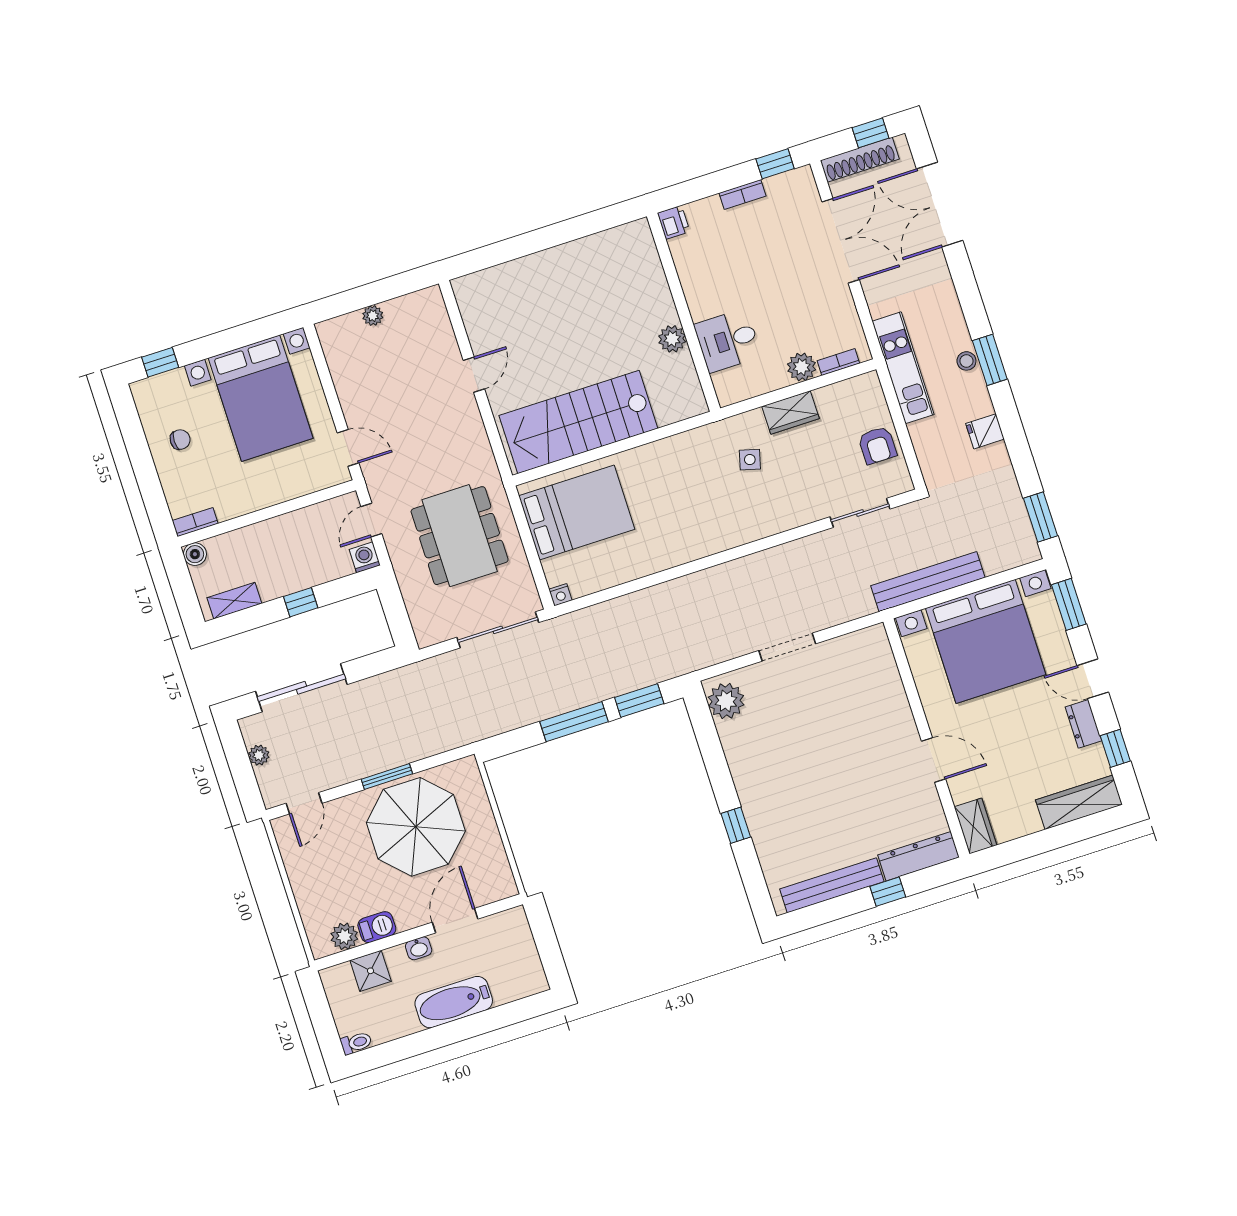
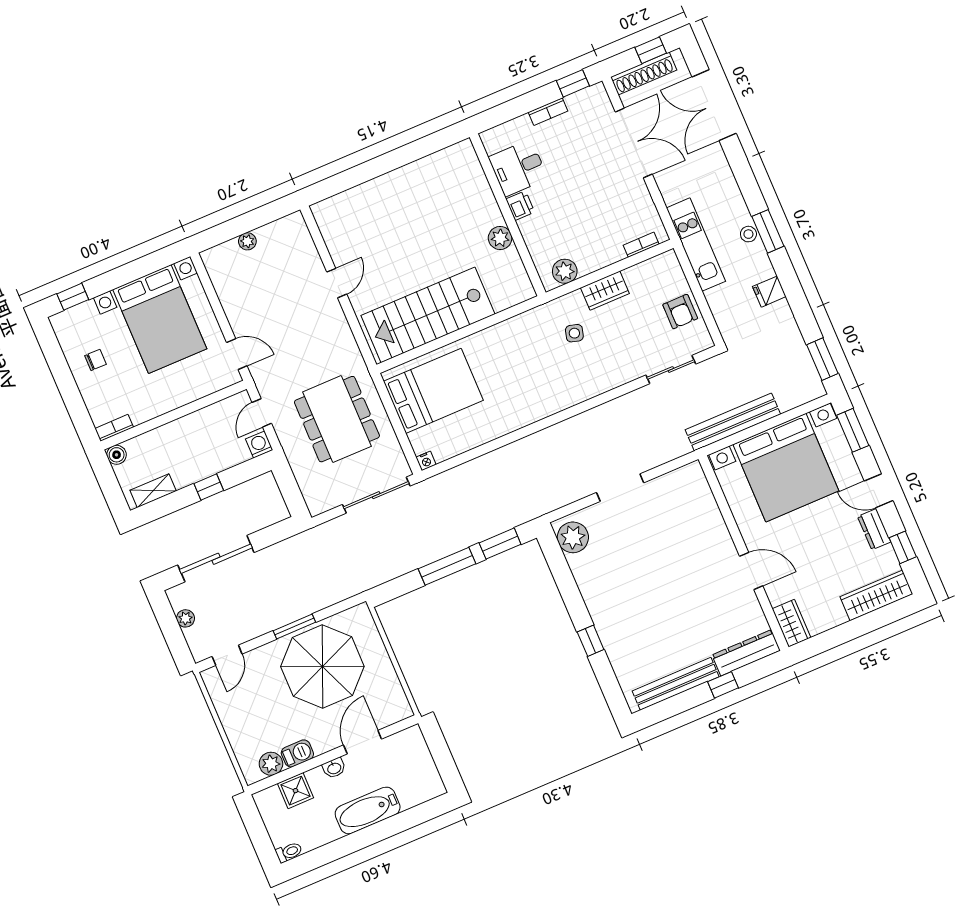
printer: (674, 222) -> (520, 206), moved
desk: (728, 340) -> (518, 168), moved
plant: (802, 367) -> (565, 271), moved

